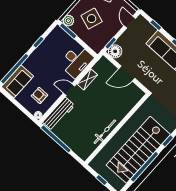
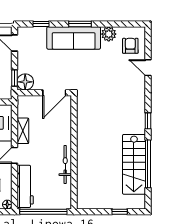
wall: (117, 129) -> (74, 152), moved
bicycle: (105, 132) -> (65, 164), moved
stairs: (138, 150) -> (134, 164), width x0.73, depth x0.66

